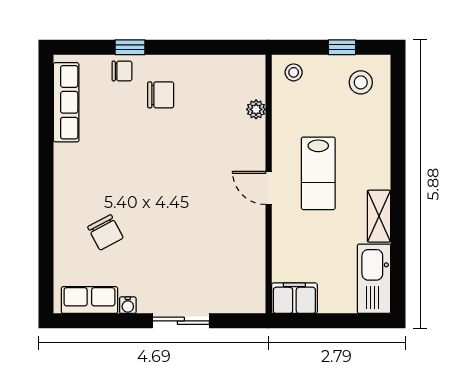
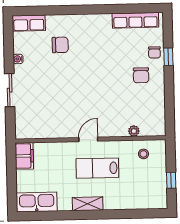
stool: (294, 72) -> (143, 154), moved
stool: (361, 82) -> (151, 192), removed
shelving: (379, 216) -> (88, 204), moved
chair: (105, 232) -> (60, 45), turned -152
row of seats: (89, 300) -> (29, 23), moved, turned 90

